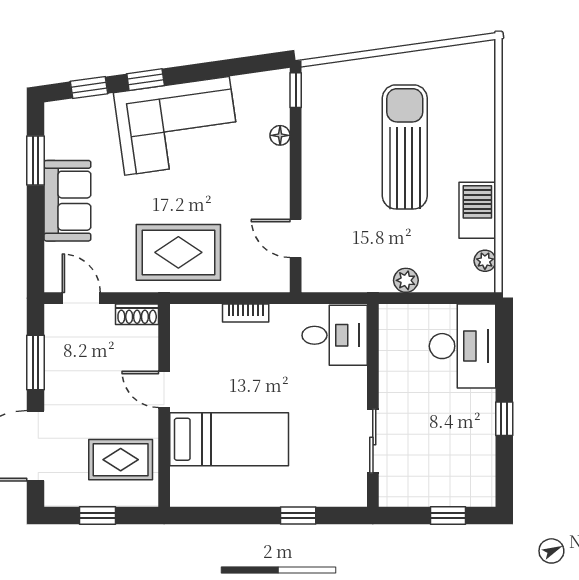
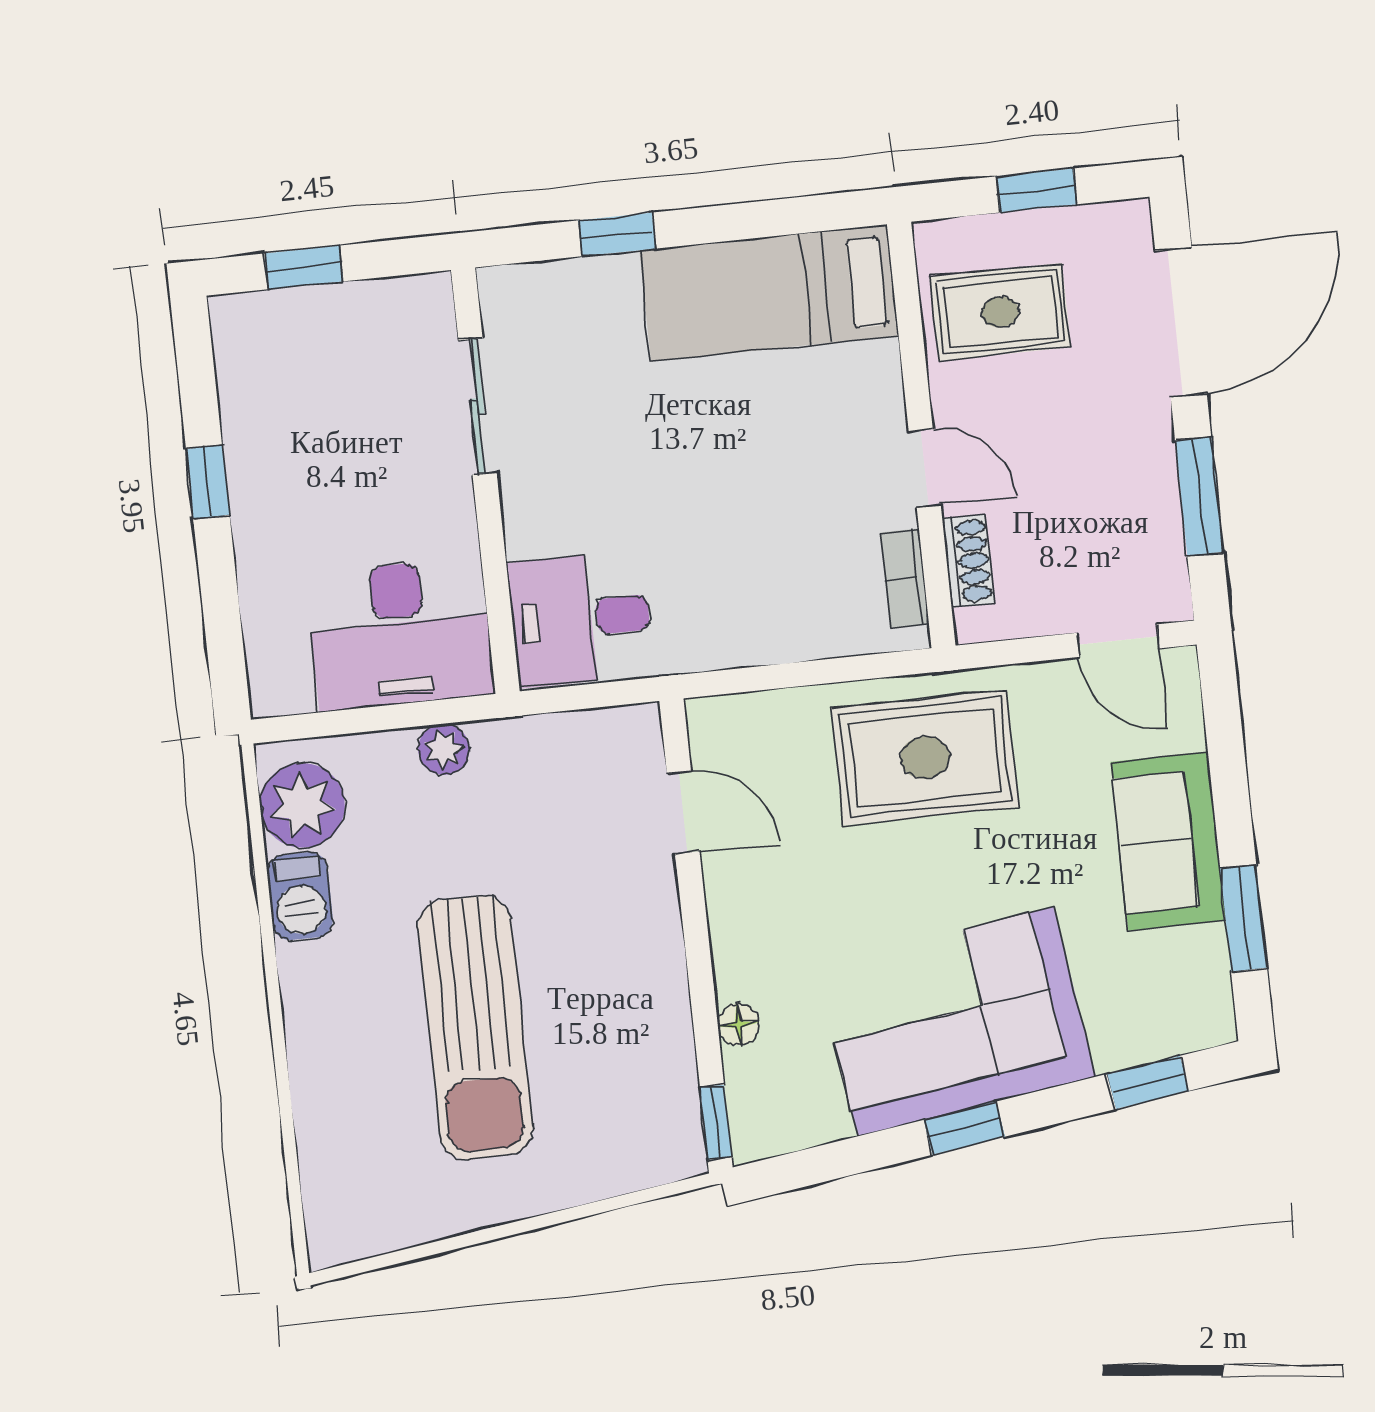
window: (146, 80) -> (964, 1128), moved
barbecue: (477, 210) -> (300, 896), width x0.73, depth x0.79
plant: (485, 261) -> (302, 805), width x1.88, depth x1.88
bookcase: (246, 313) -> (905, 578), moved, turned -90
shoe rack: (137, 314) -> (968, 561), moved, turned 90
desk: (463, 346) -> (400, 634), moved, turned -90
bed: (229, 439) -> (769, 293), moved

